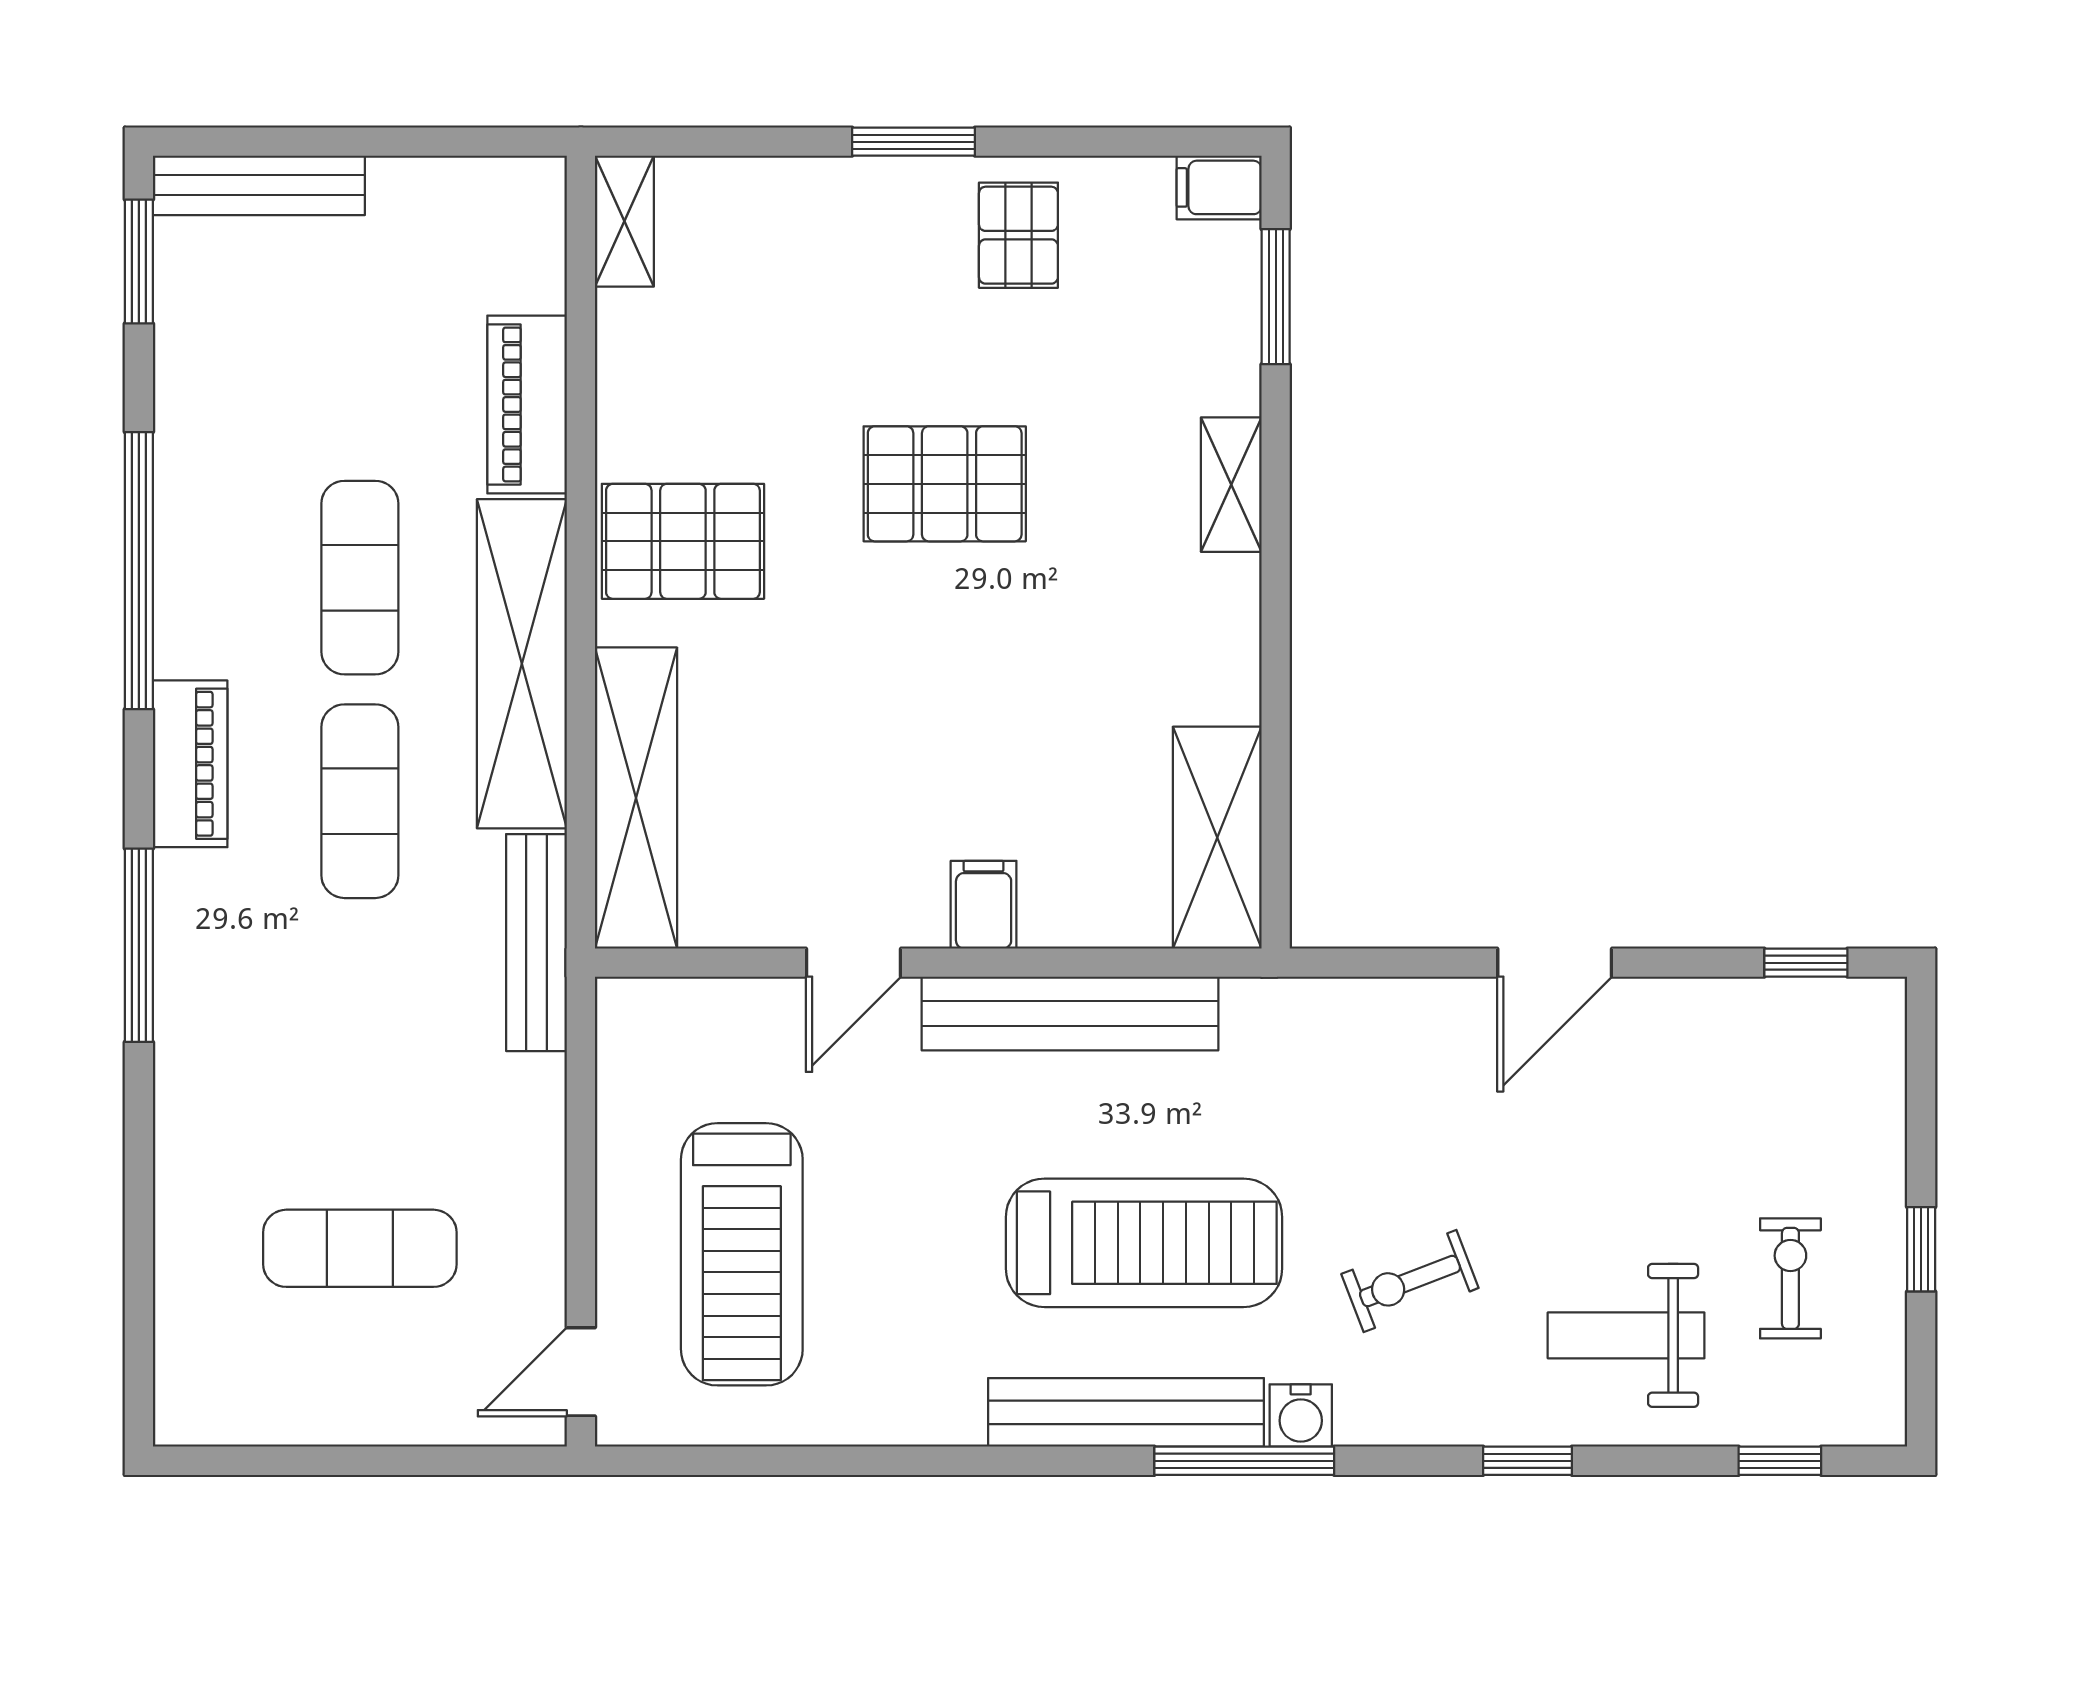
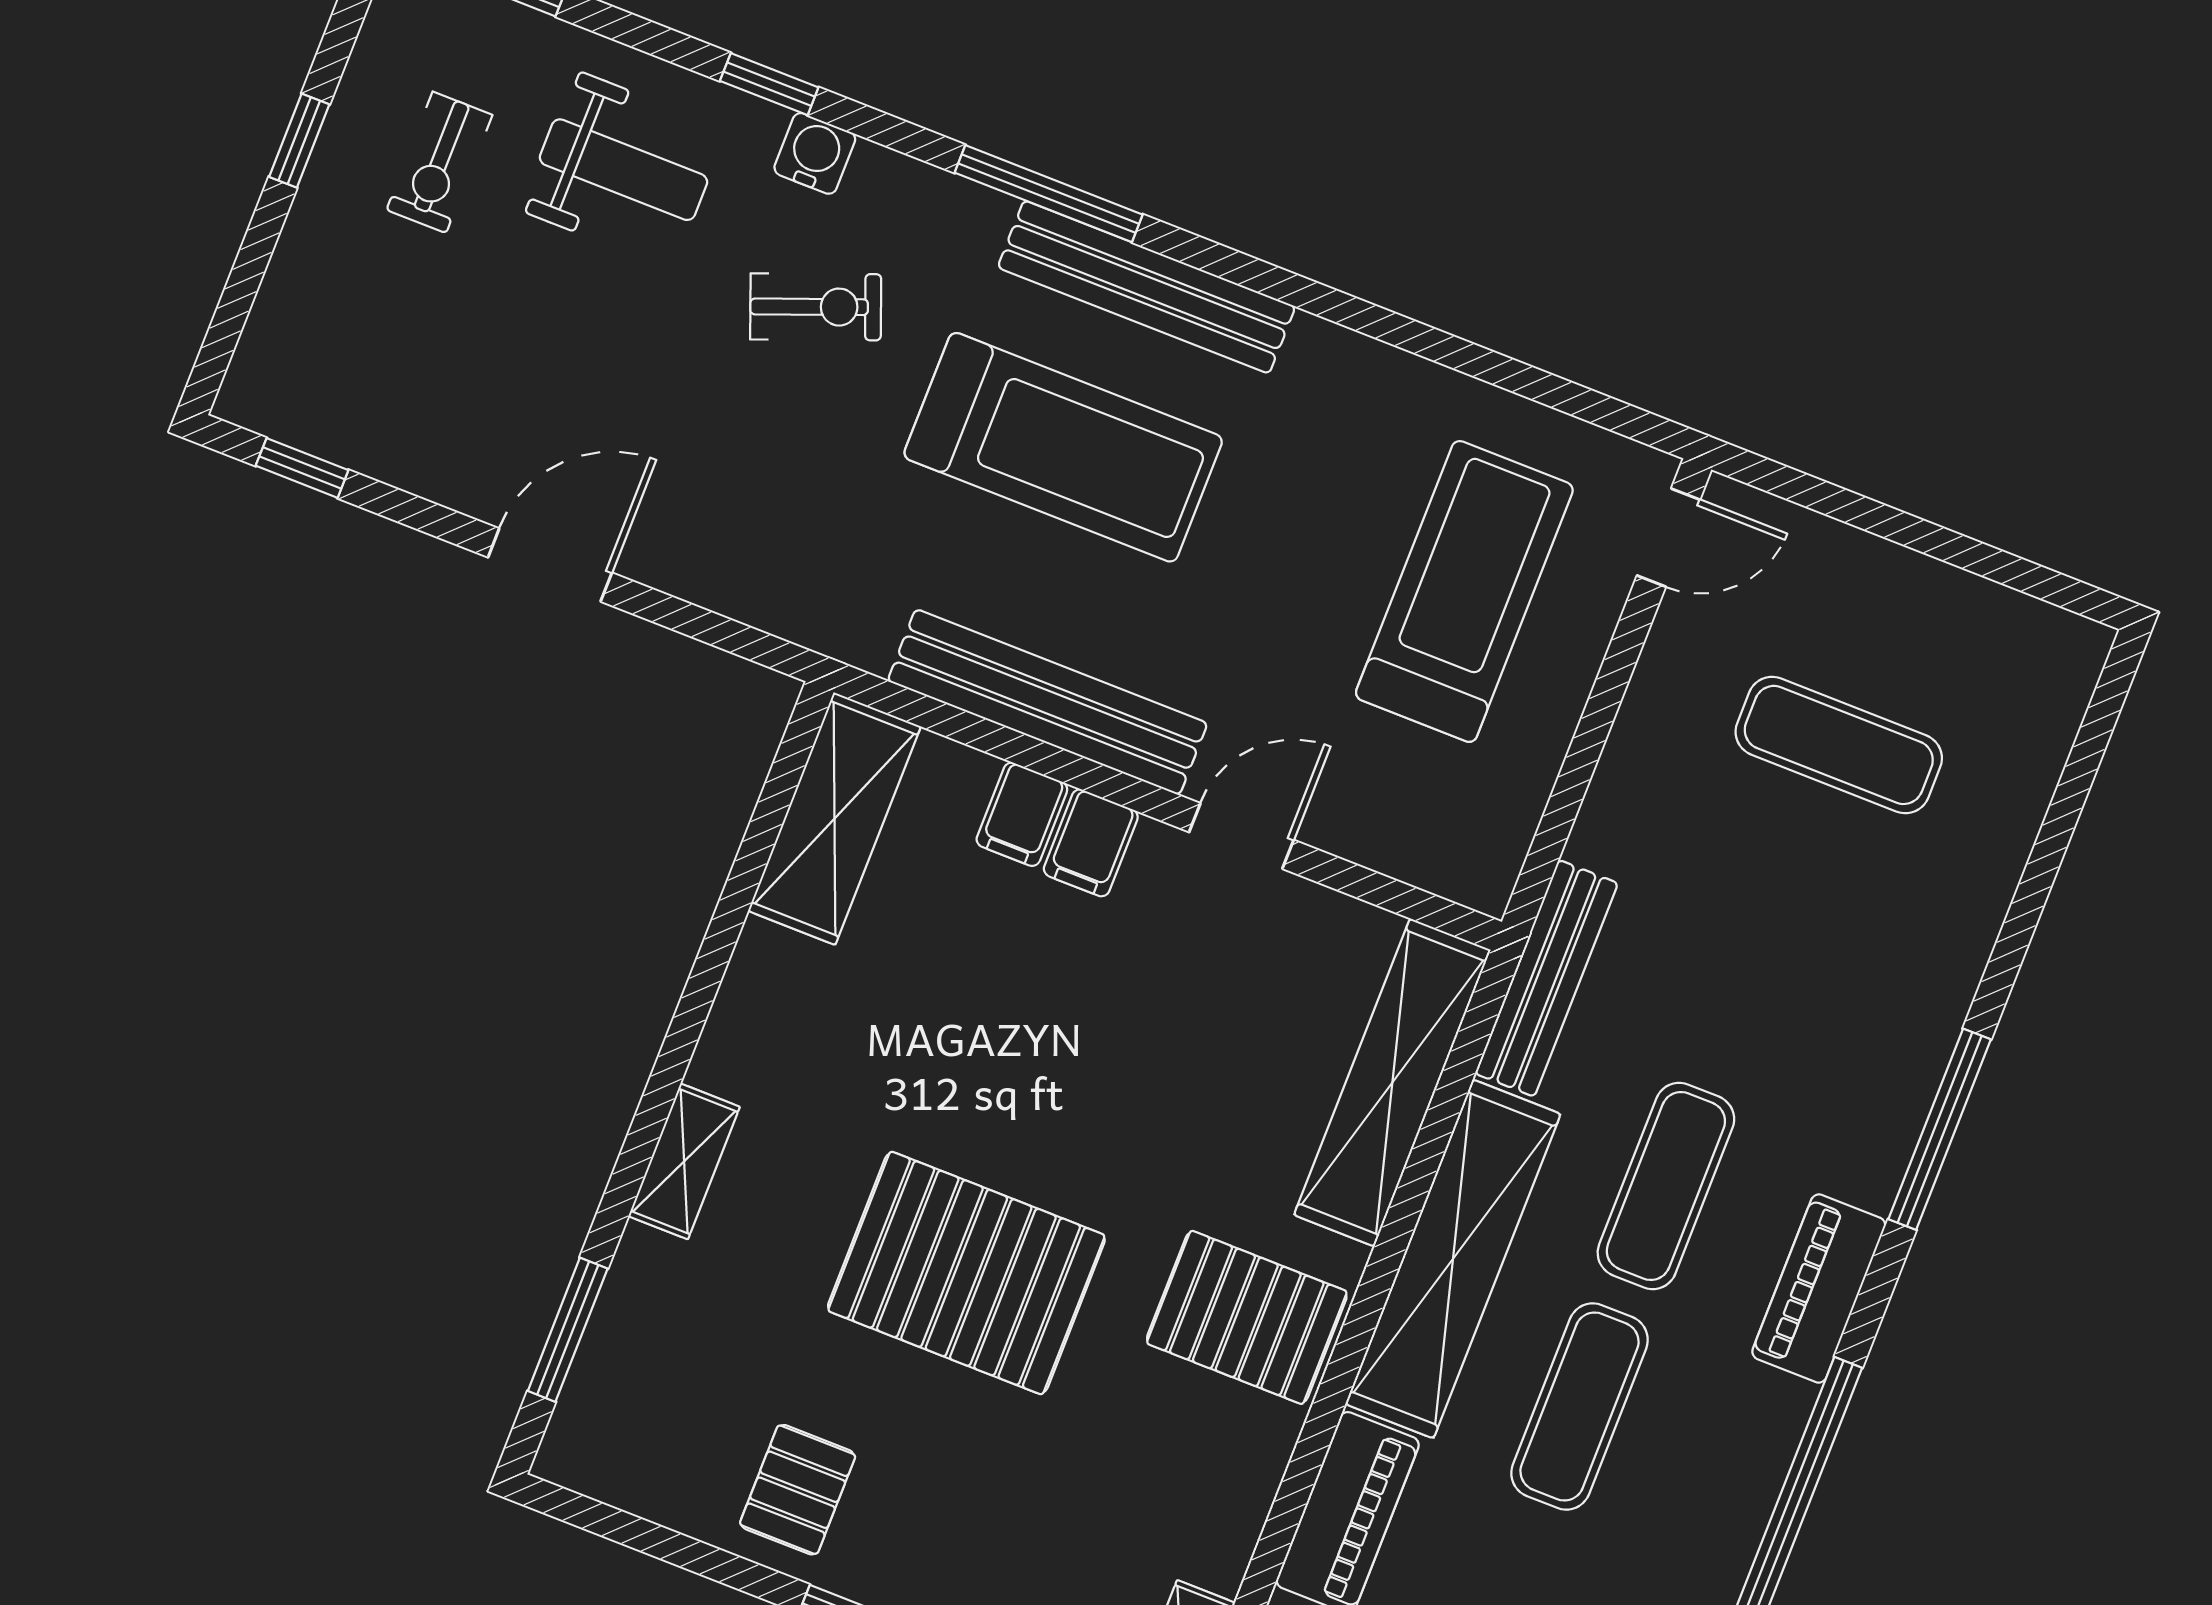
filing cabinet: (1219, 187) -> (1022, 814), moved, turned 90
pallet: (945, 484) -> (966, 1273), width x1.37, depth x1.41
treadmill: (1144, 1243) -> (1063, 447), turned 180
water cooler: (1301, 1416) -> (815, 153), moved

